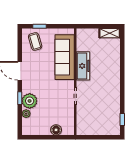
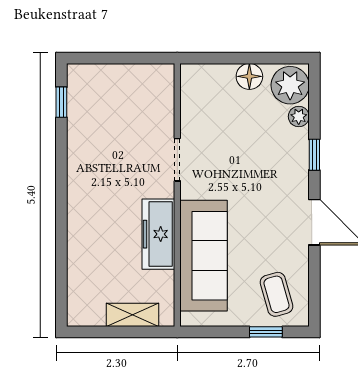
shelving: (110, 33) -> (132, 315), moved
plant: (30, 101) -> (290, 85), moved
floor lamp: (56, 130) -> (249, 76), moved

